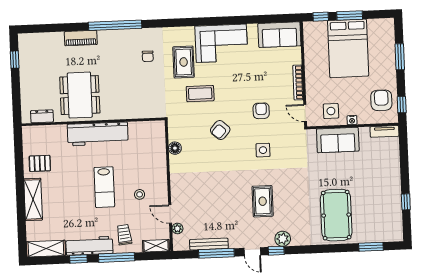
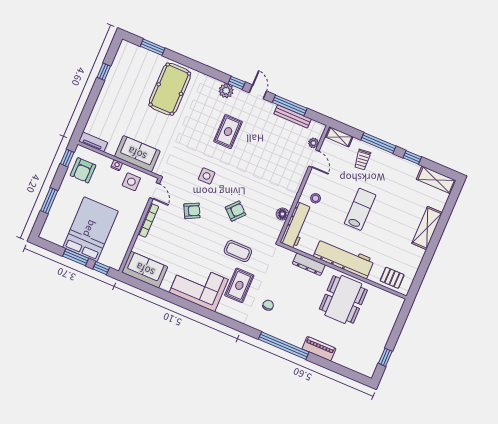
armchair: (261, 111) -> (192, 211), turned -117
dresser: (42, 116) -> (309, 264), moved, width x1.44
pallet: (40, 163) -> (392, 278), moved
stool: (140, 194) -> (316, 198), moved
workbench: (89, 246) -> (296, 225), moved, turned -90

